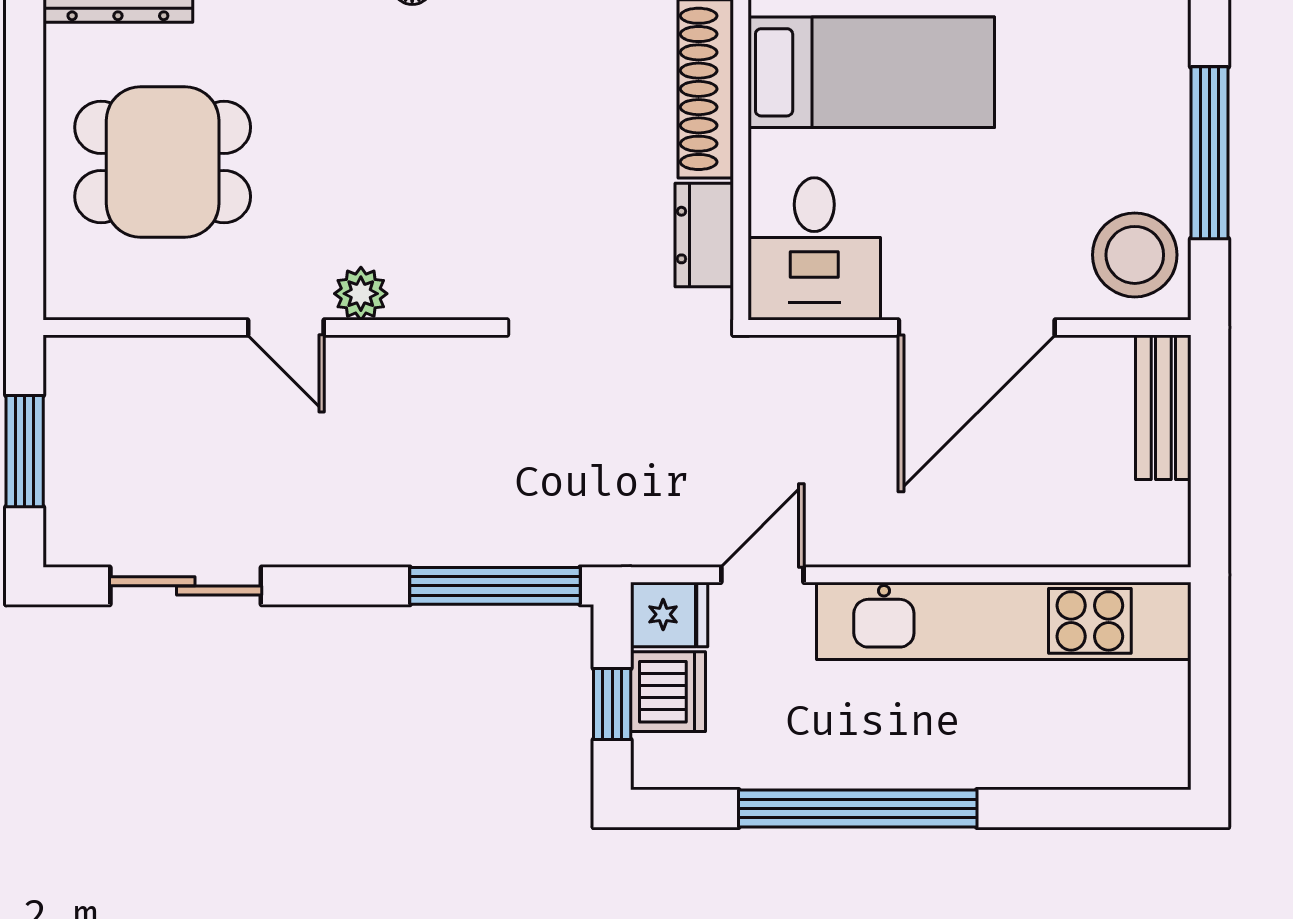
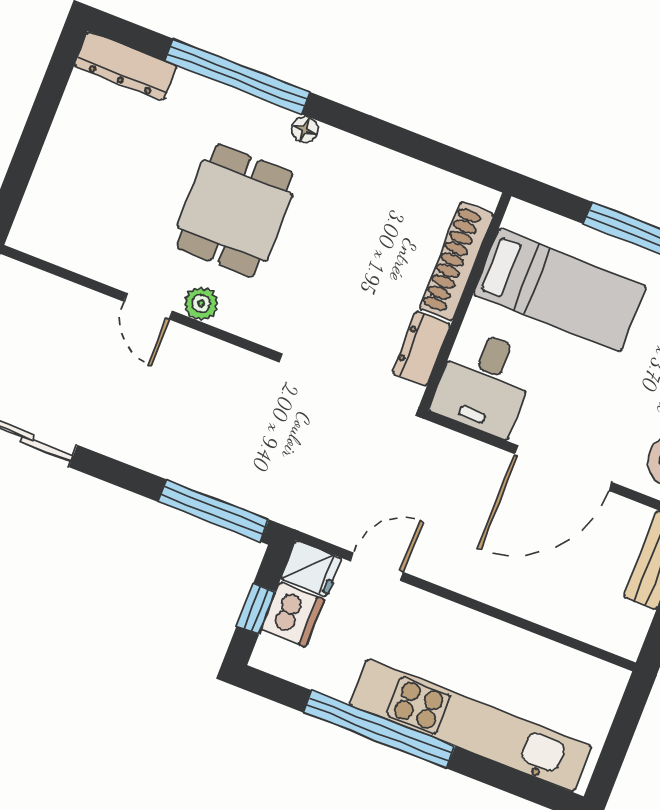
dining table: (163, 162) -> (235, 210), moved, turned 90
kitchen unit: (1004, 621) -> (470, 725), moved, turned 180

